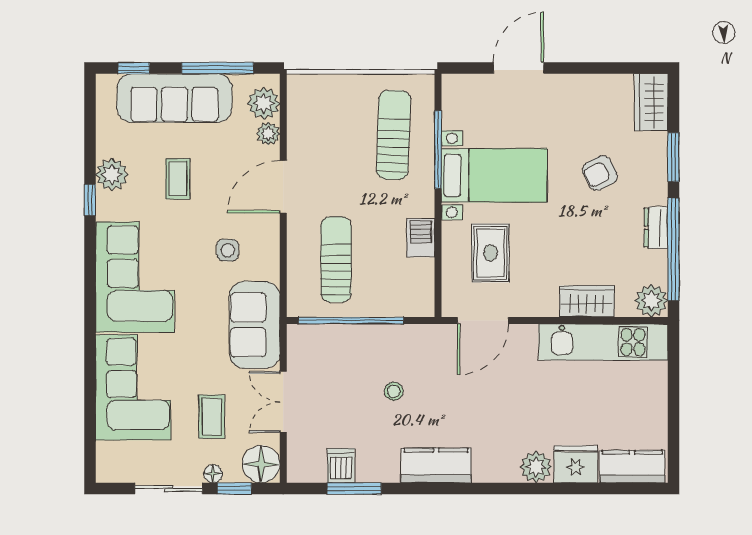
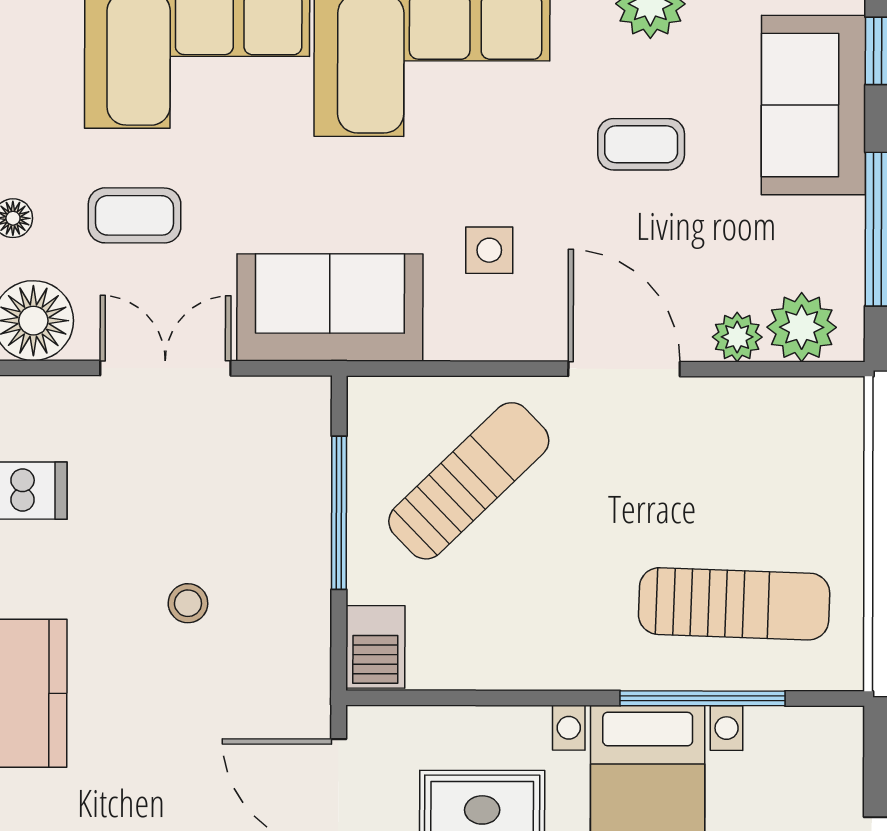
sofa: (175, 98) -> (813, 105), width x0.73
barbecue: (421, 238) -> (375, 647), moved, turned 90
sun lounger: (336, 260) -> (469, 481), turned -44
window: (351, 320) -> (339, 513), width x0.68

